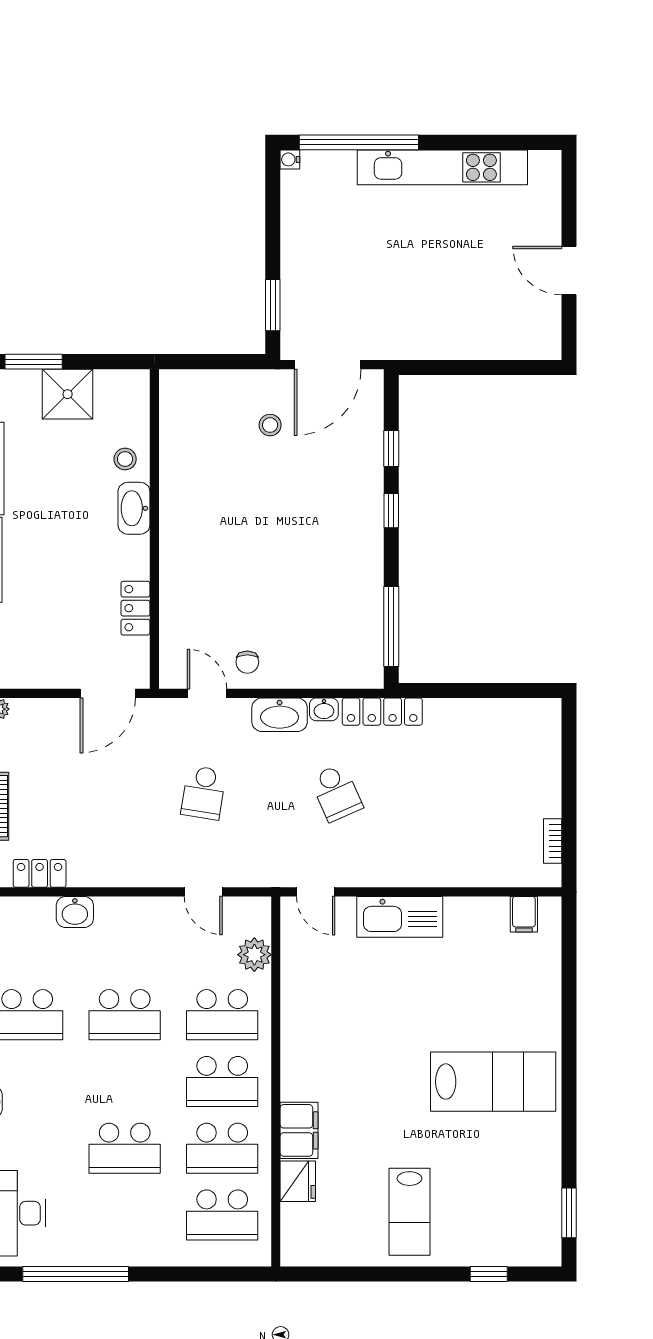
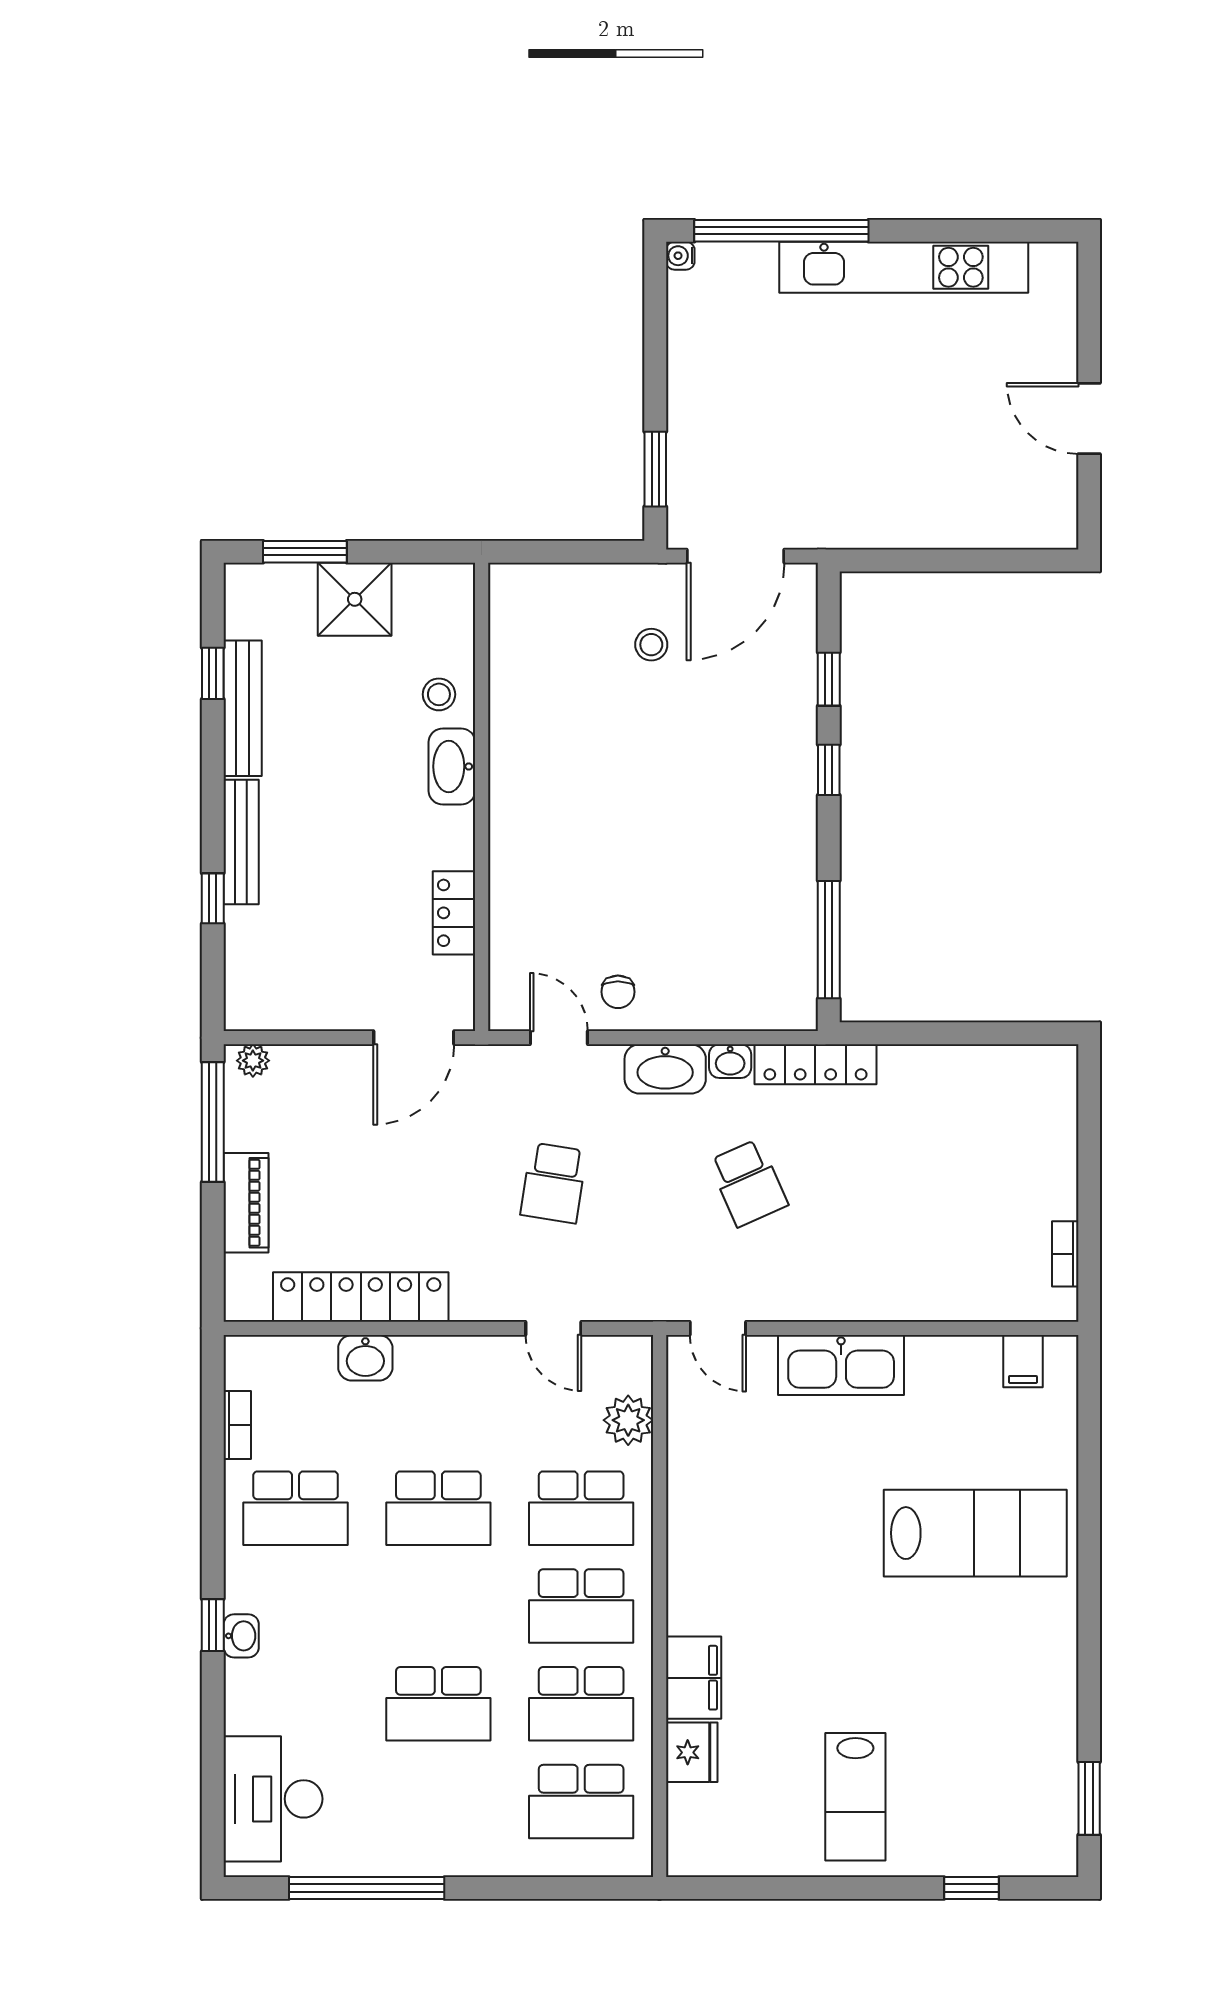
locker: (40, 873) -> (361, 1297), width x2.16, depth x1.21
lab bench: (493, 1082) -> (975, 1533), moved

